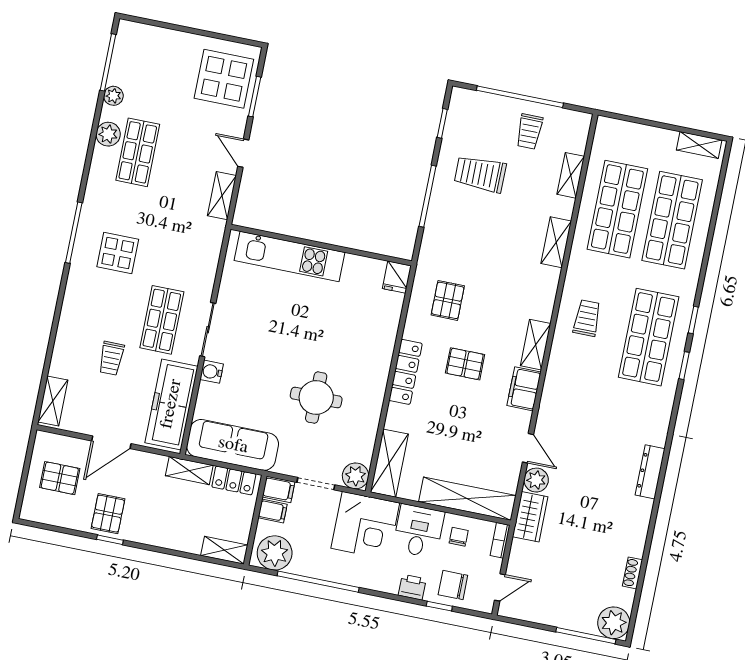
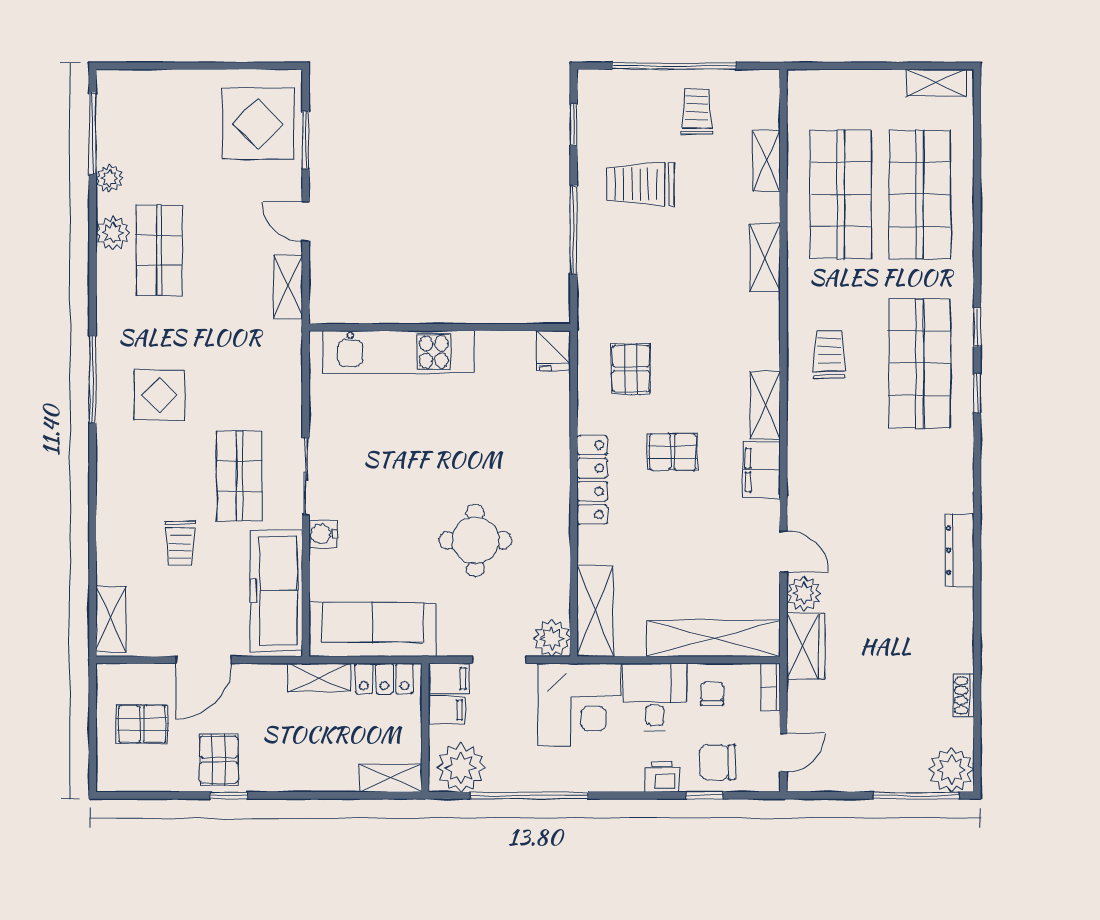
trolley: (529, 131) -> (697, 111), turned 180

